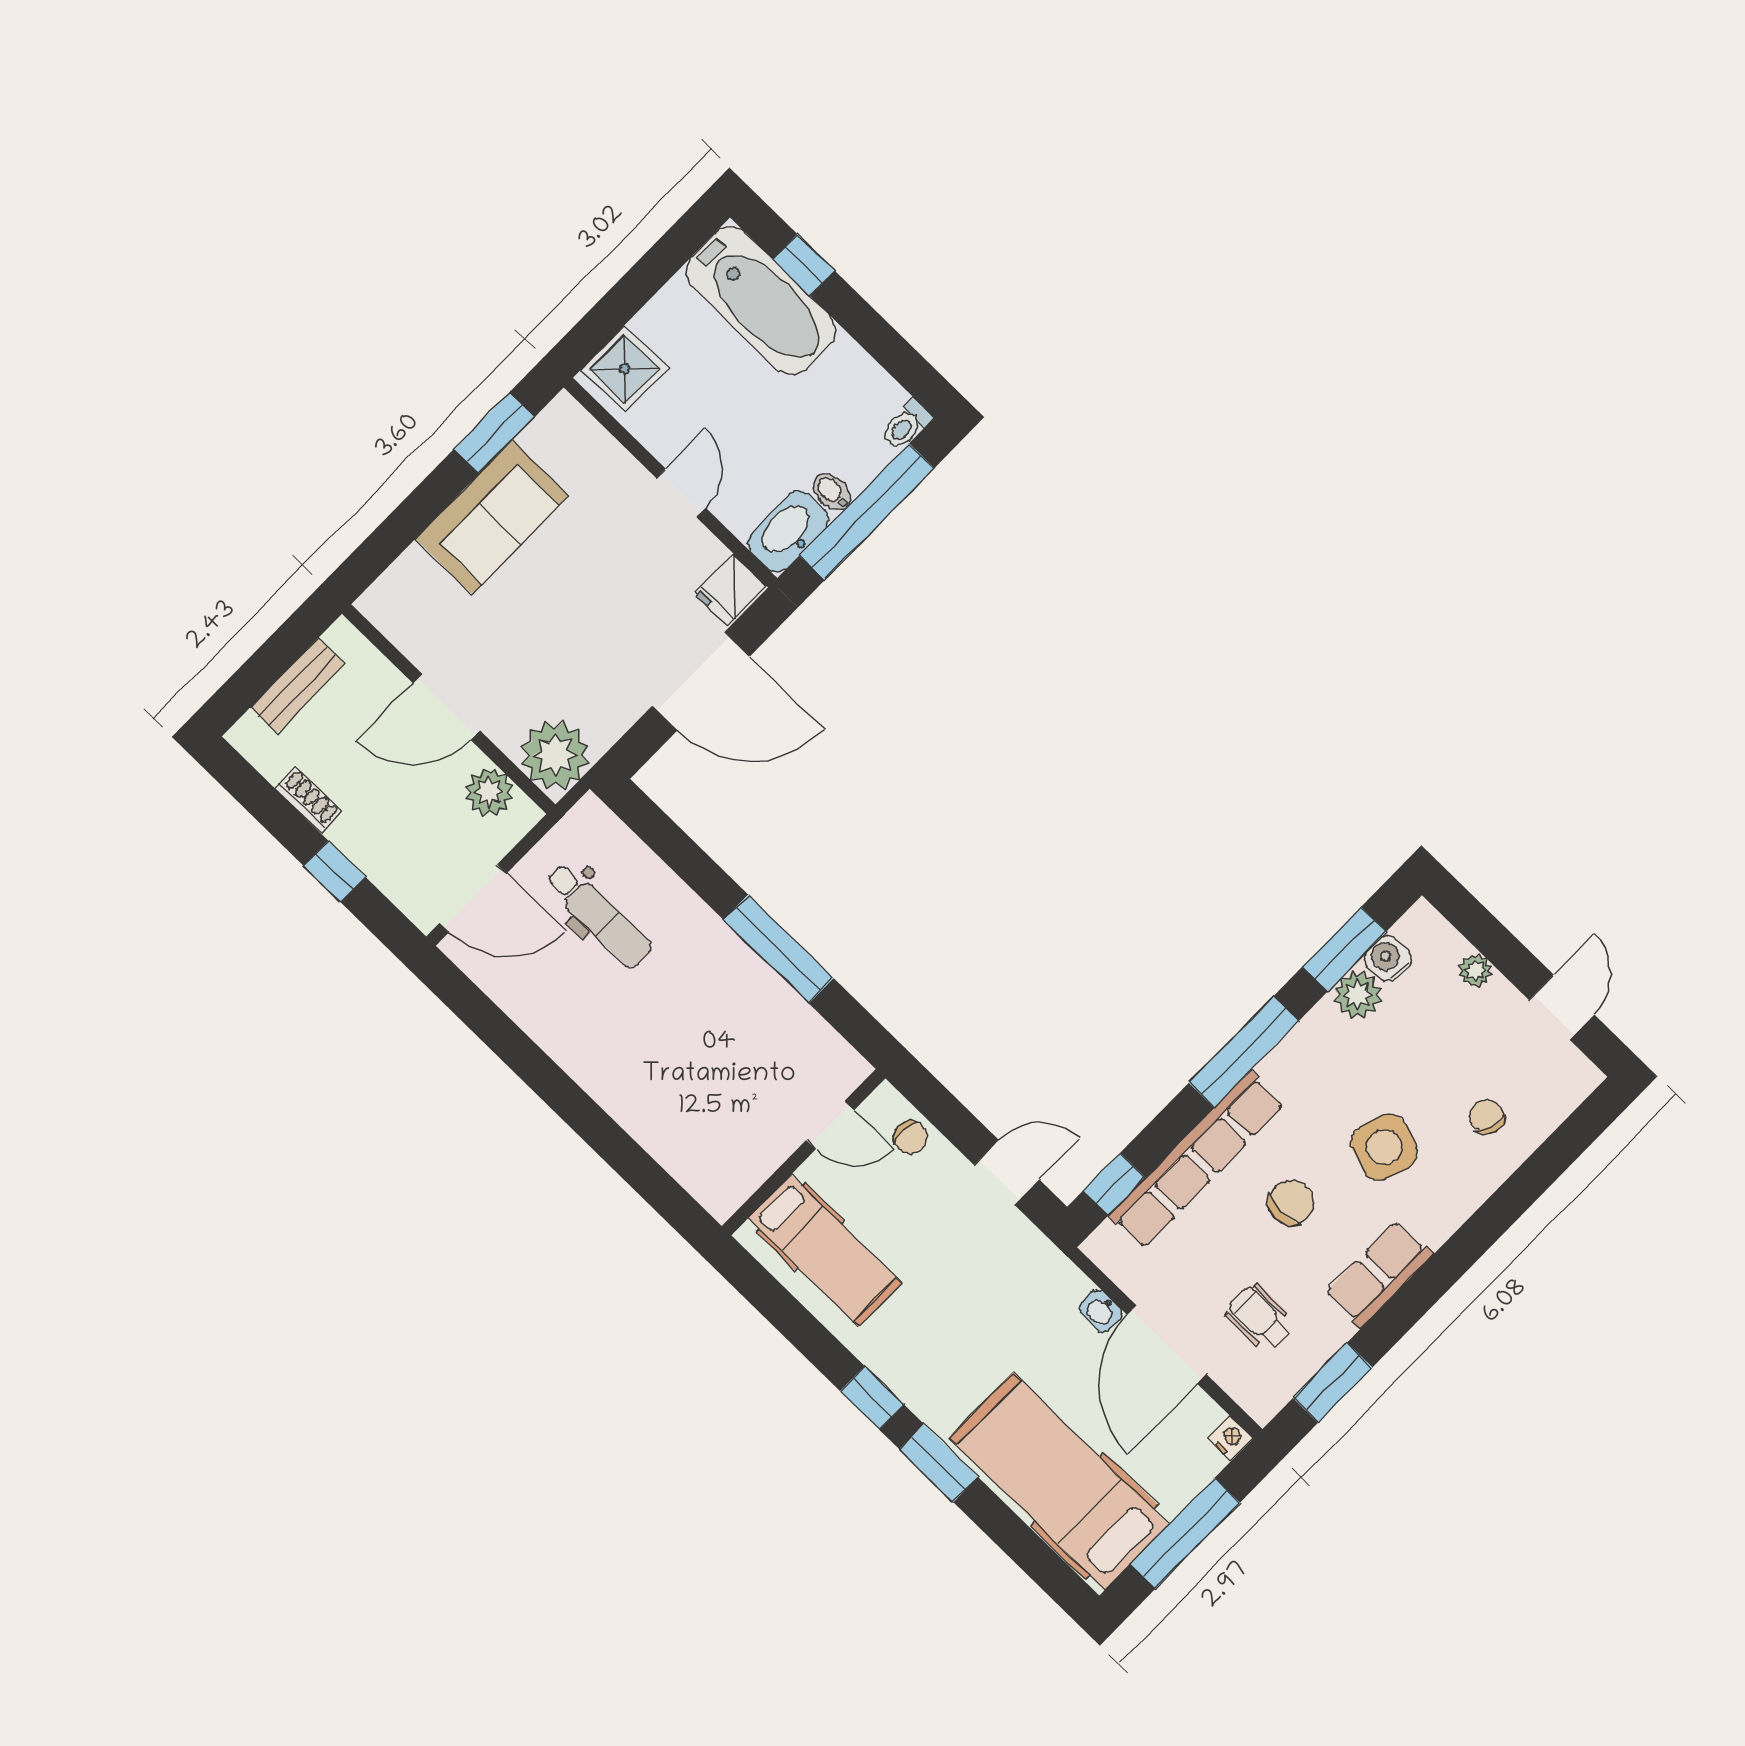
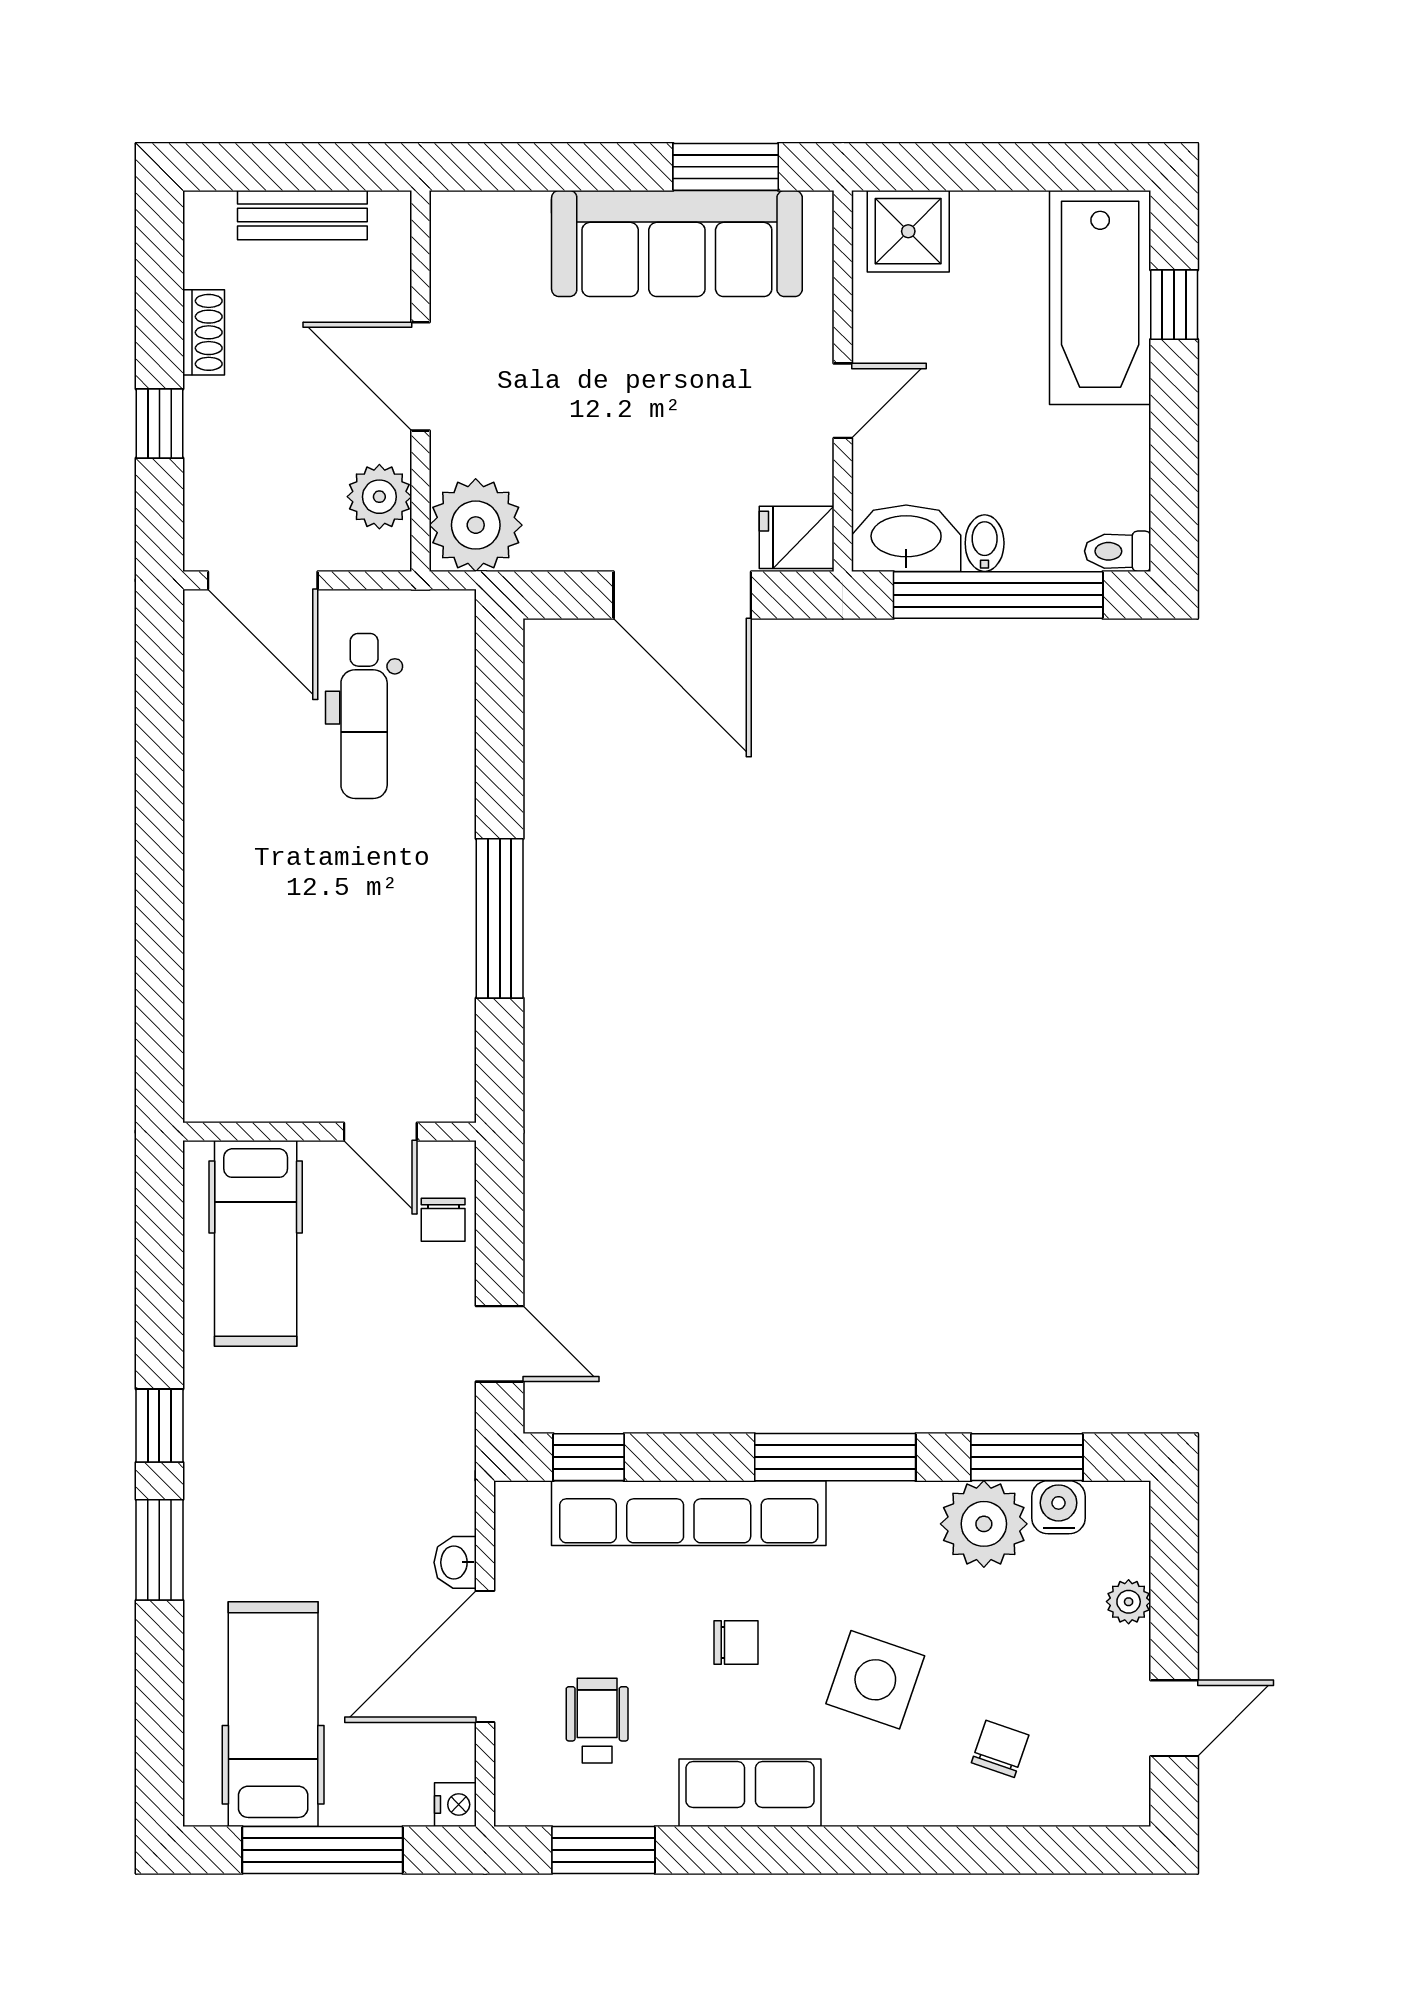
sofa: (492, 517) -> (677, 244), width x1.36
plant: (1357, 995) -> (984, 1524), width x1.36, depth x1.36
chair: (1291, 1203) -> (736, 1642), width x0.73, depth x0.73
hospital bed: (1059, 1481) -> (273, 1714), width x0.73, depth x0.78

